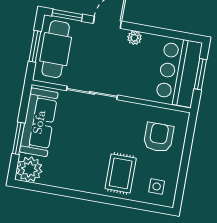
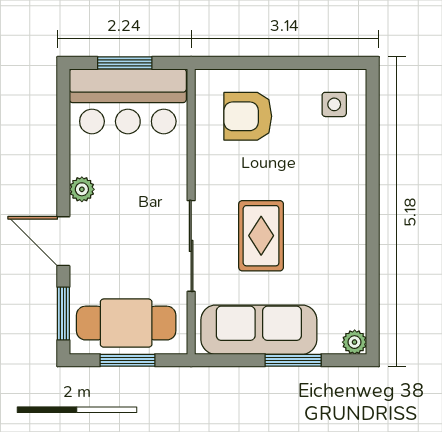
plant: (29, 169) -> (355, 342), width x0.53, depth x0.53
rug: (121, 173) -> (261, 236), moved, turned 90

